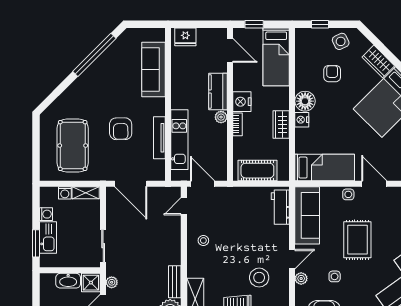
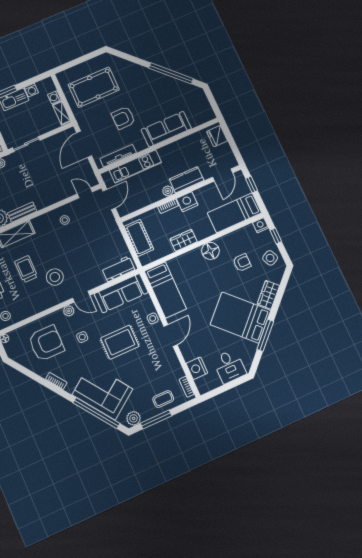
sofa: (153, 69) -> (166, 129), moved
nightstand: (302, 120) -> (261, 225), moved
tv unit: (159, 138) -> (118, 156), moved

